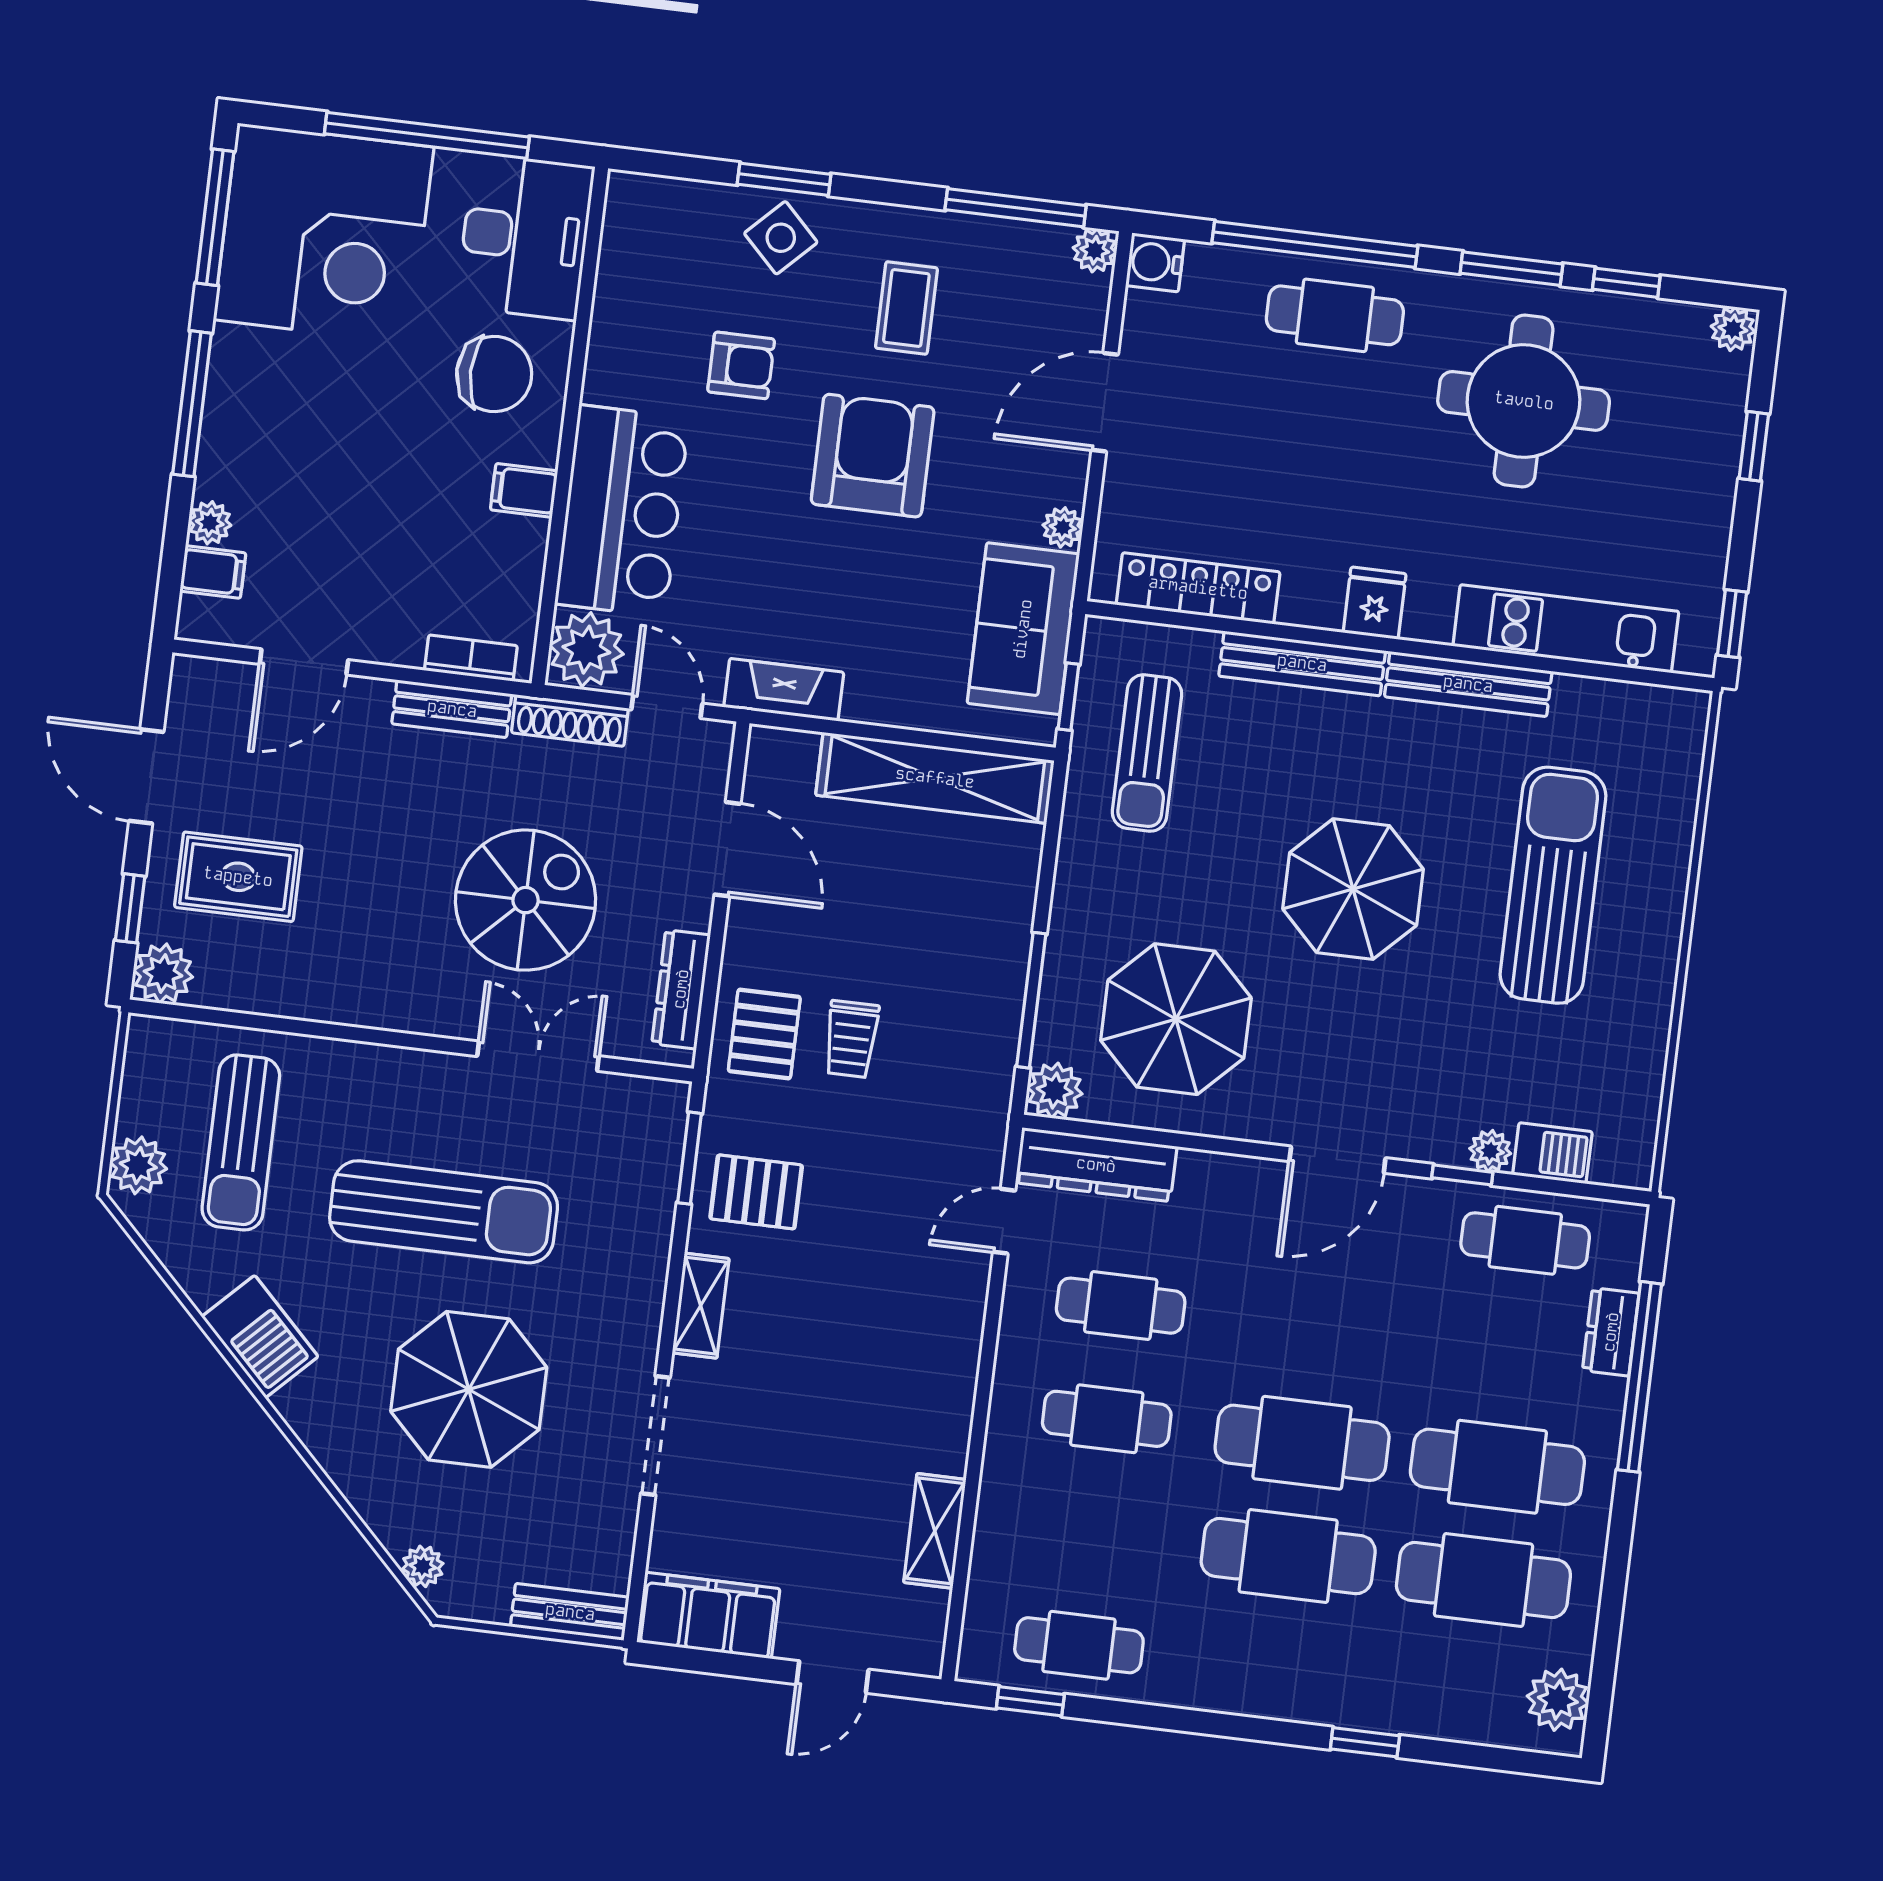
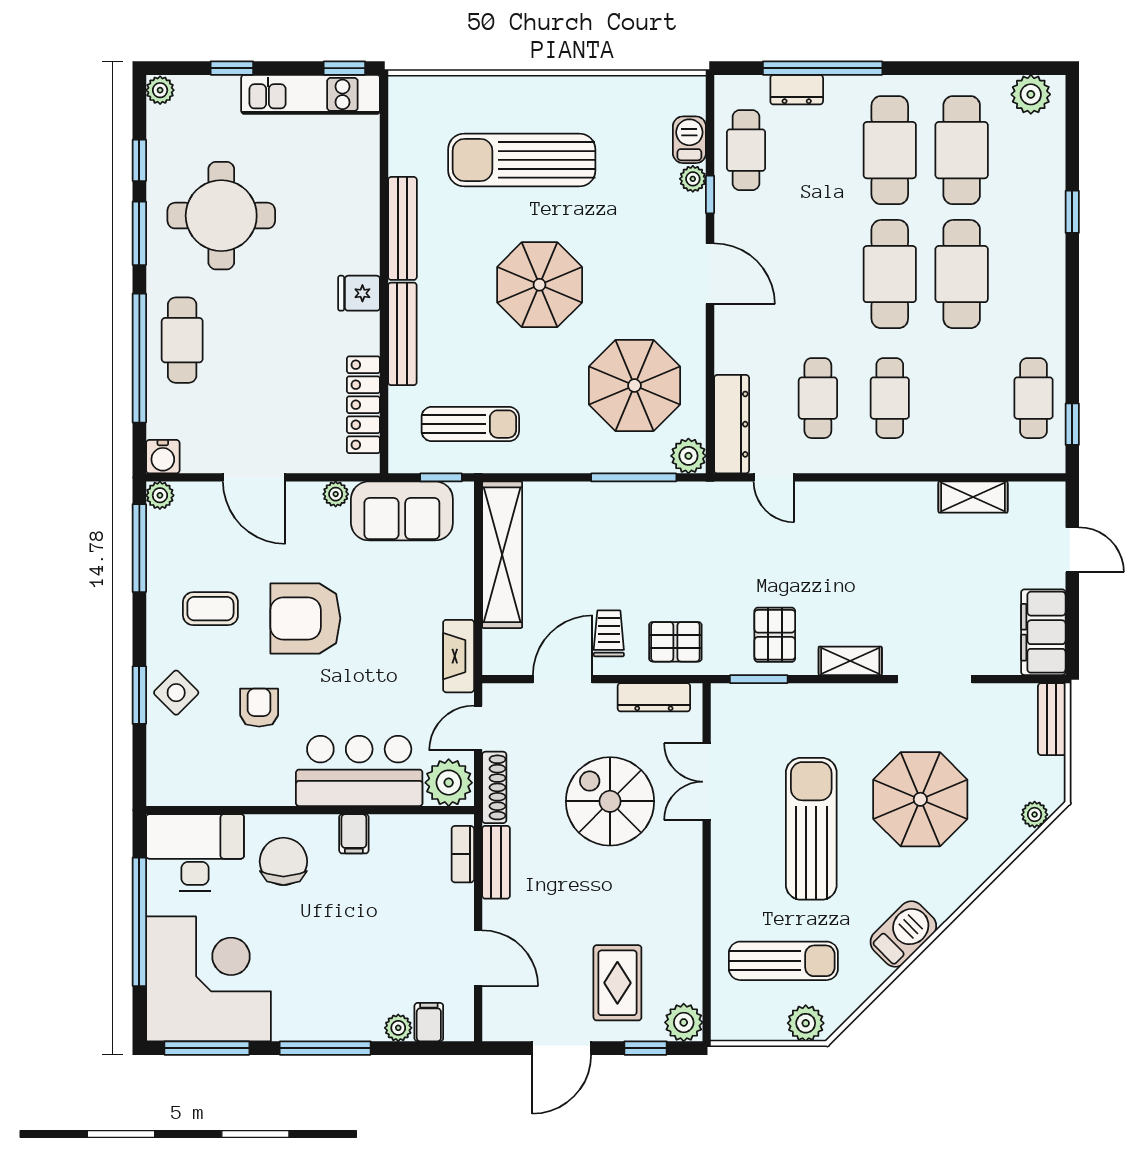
kitchen unit: (1566, 629) -> (311, 94), moved, turned -90
trolley: (851, 1039) -> (609, 633), moved, turned -90

